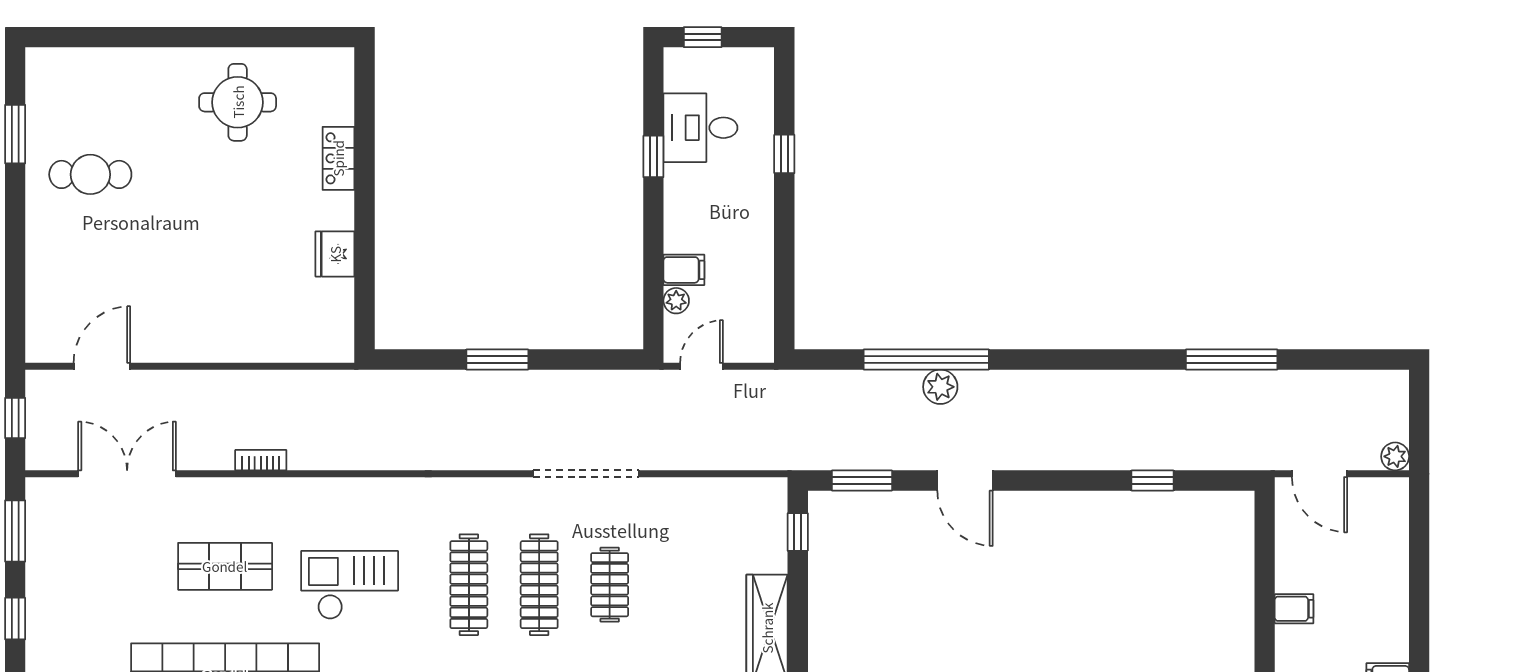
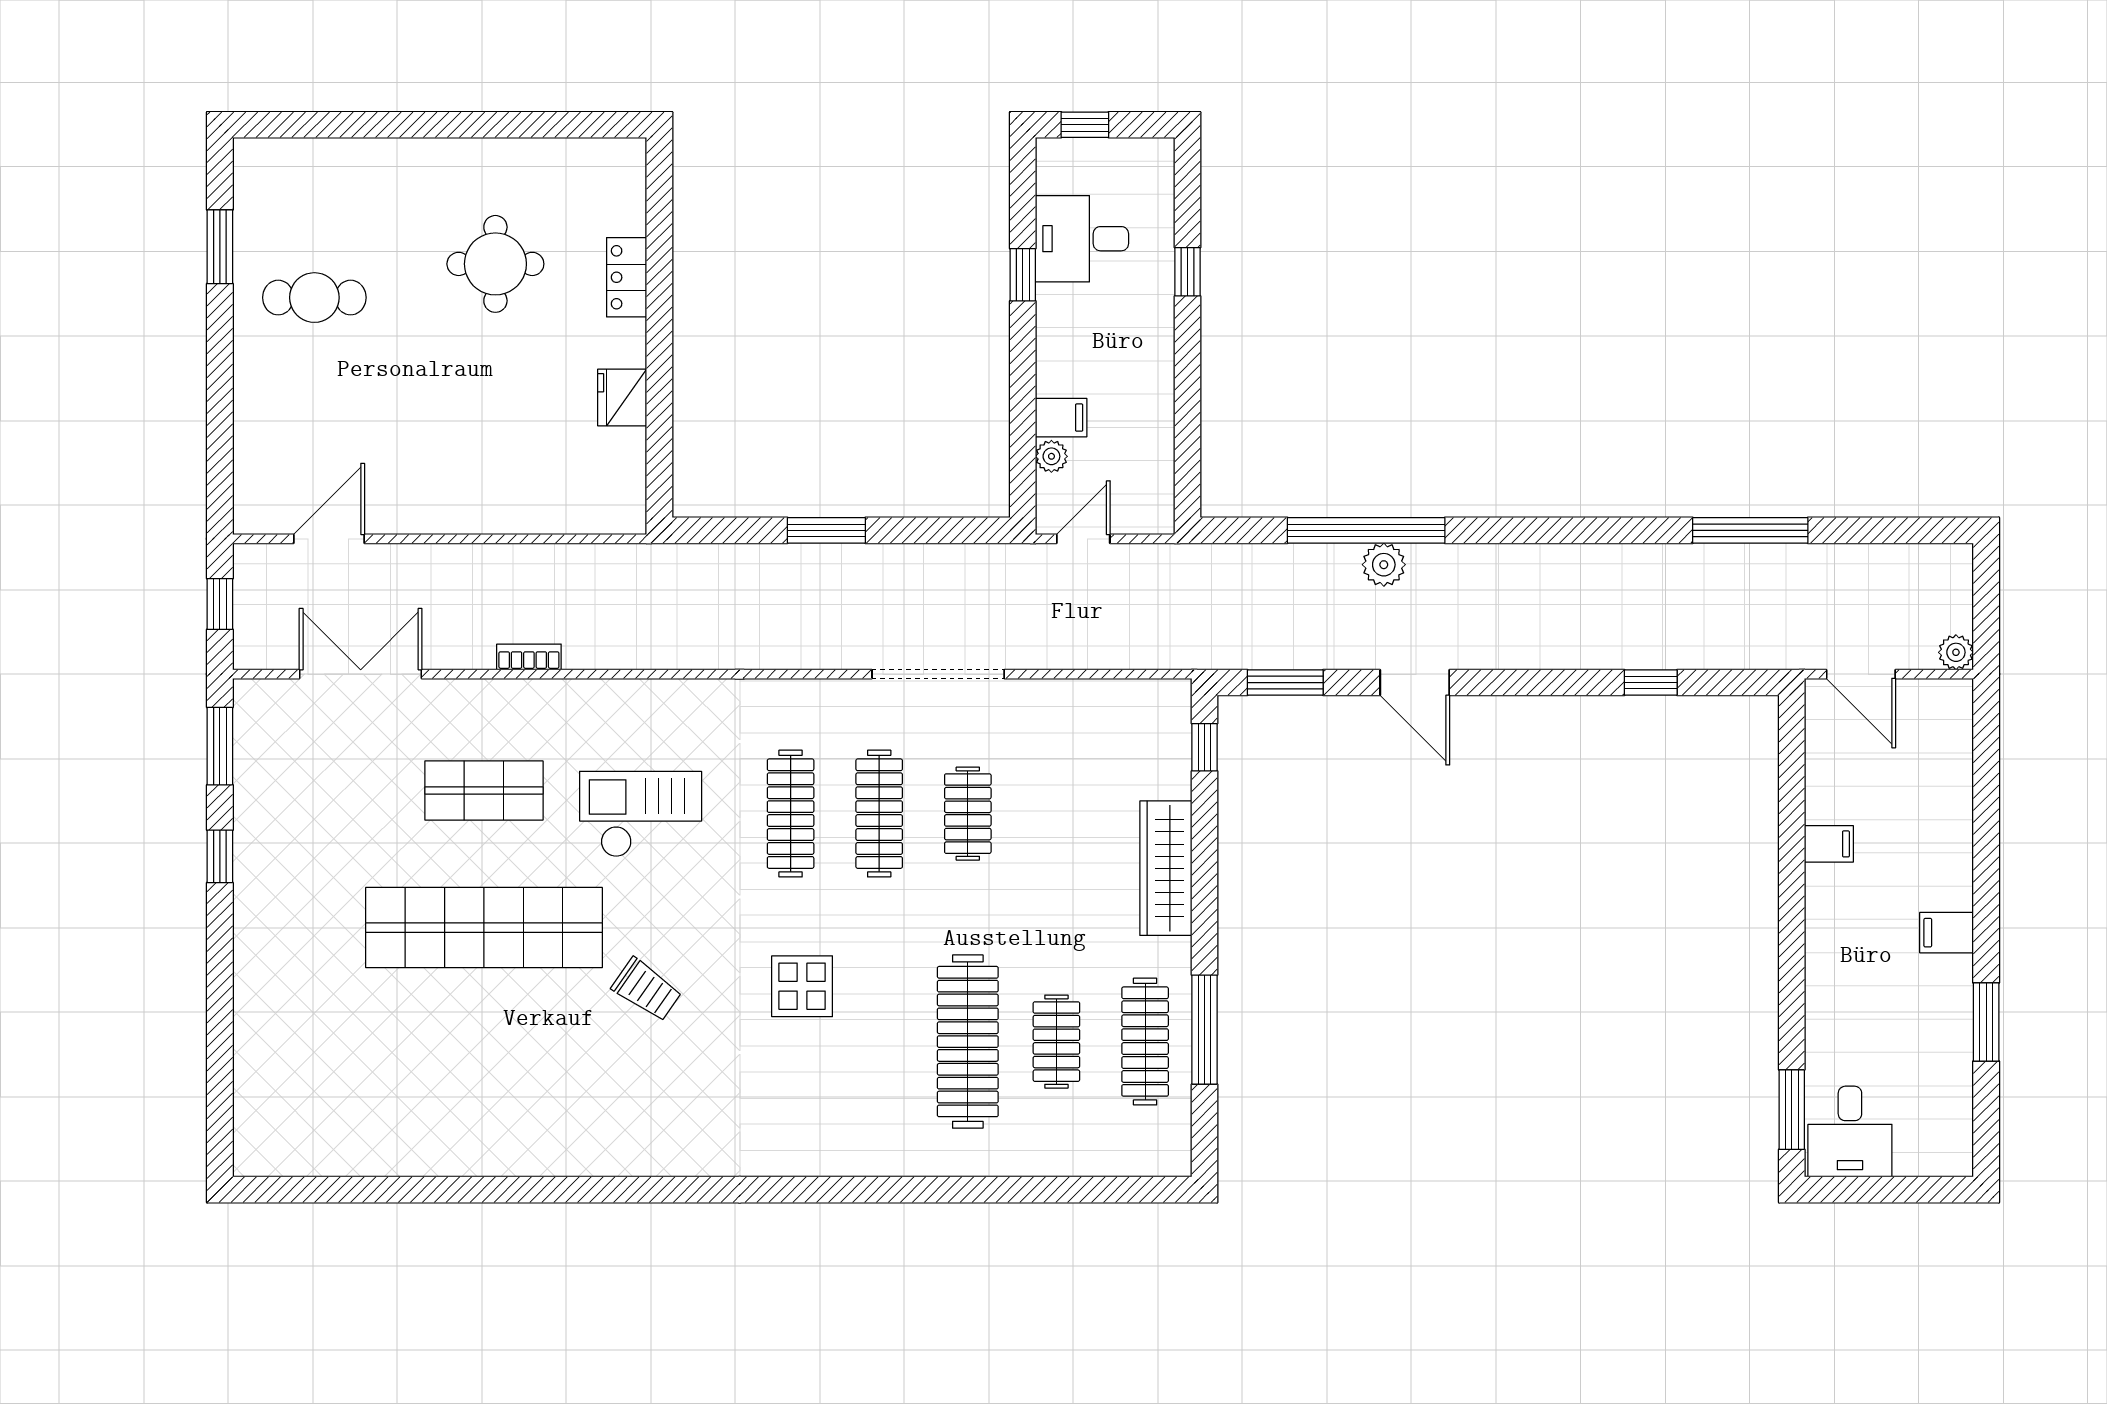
round table: (238, 102) -> (495, 264), moved

